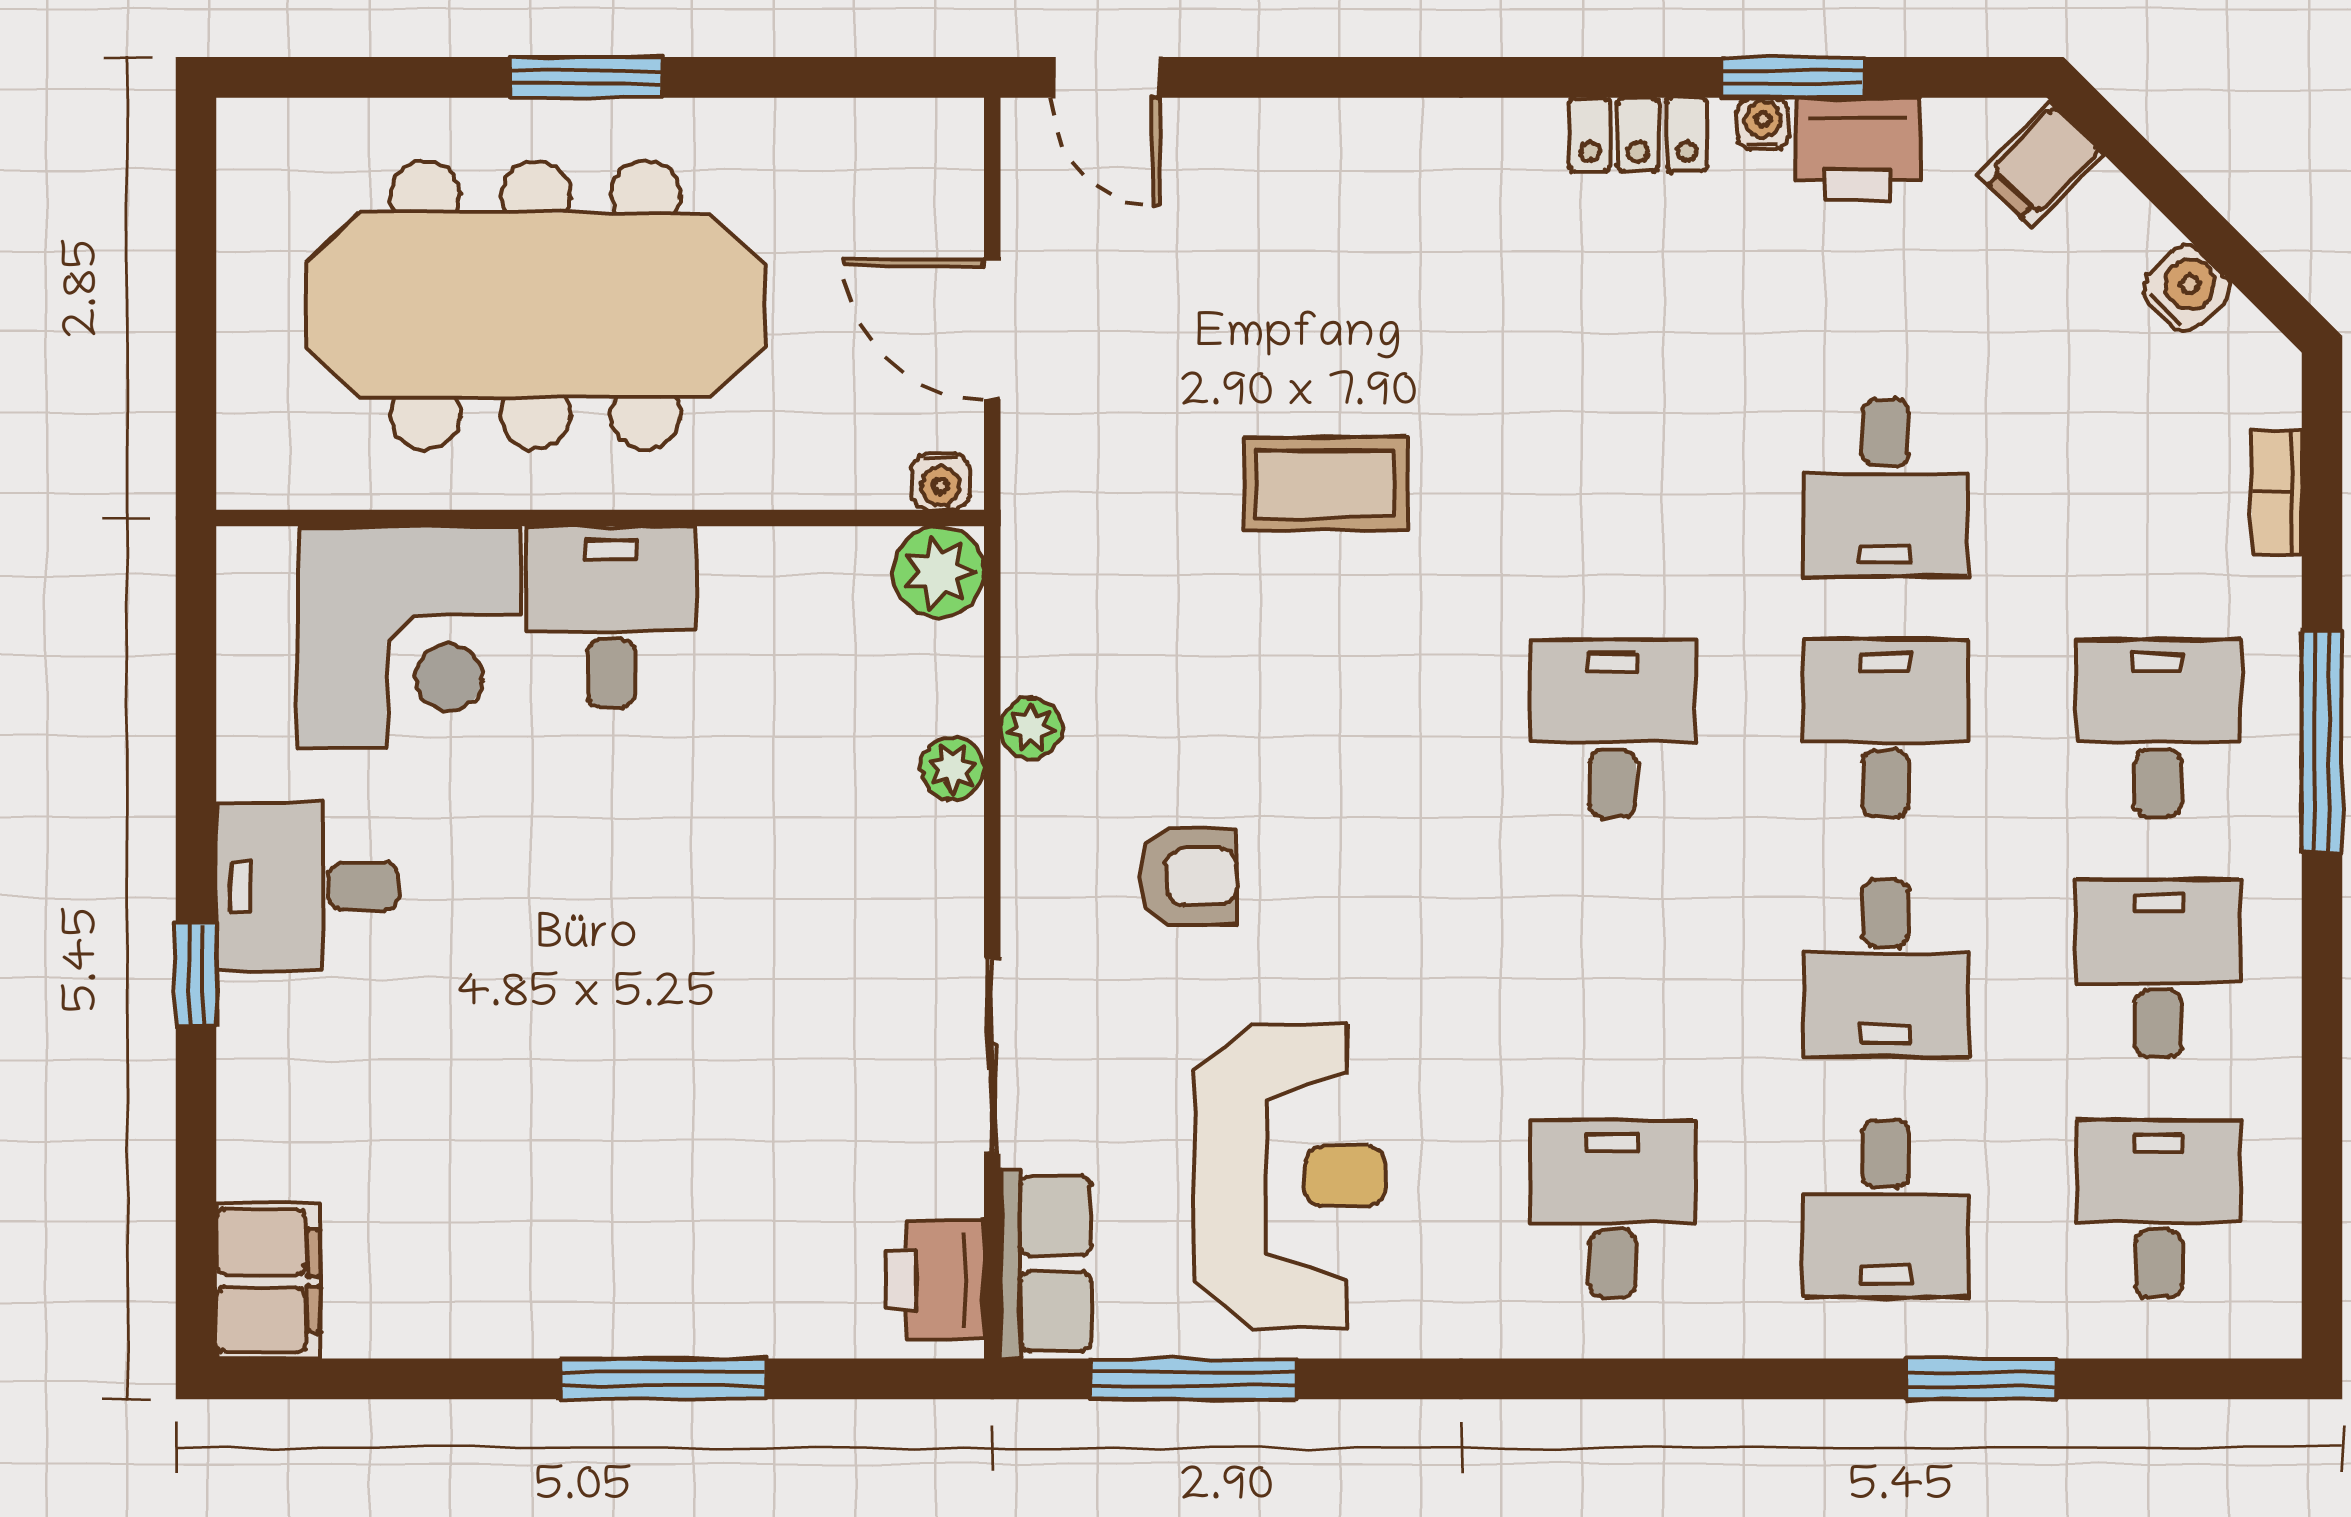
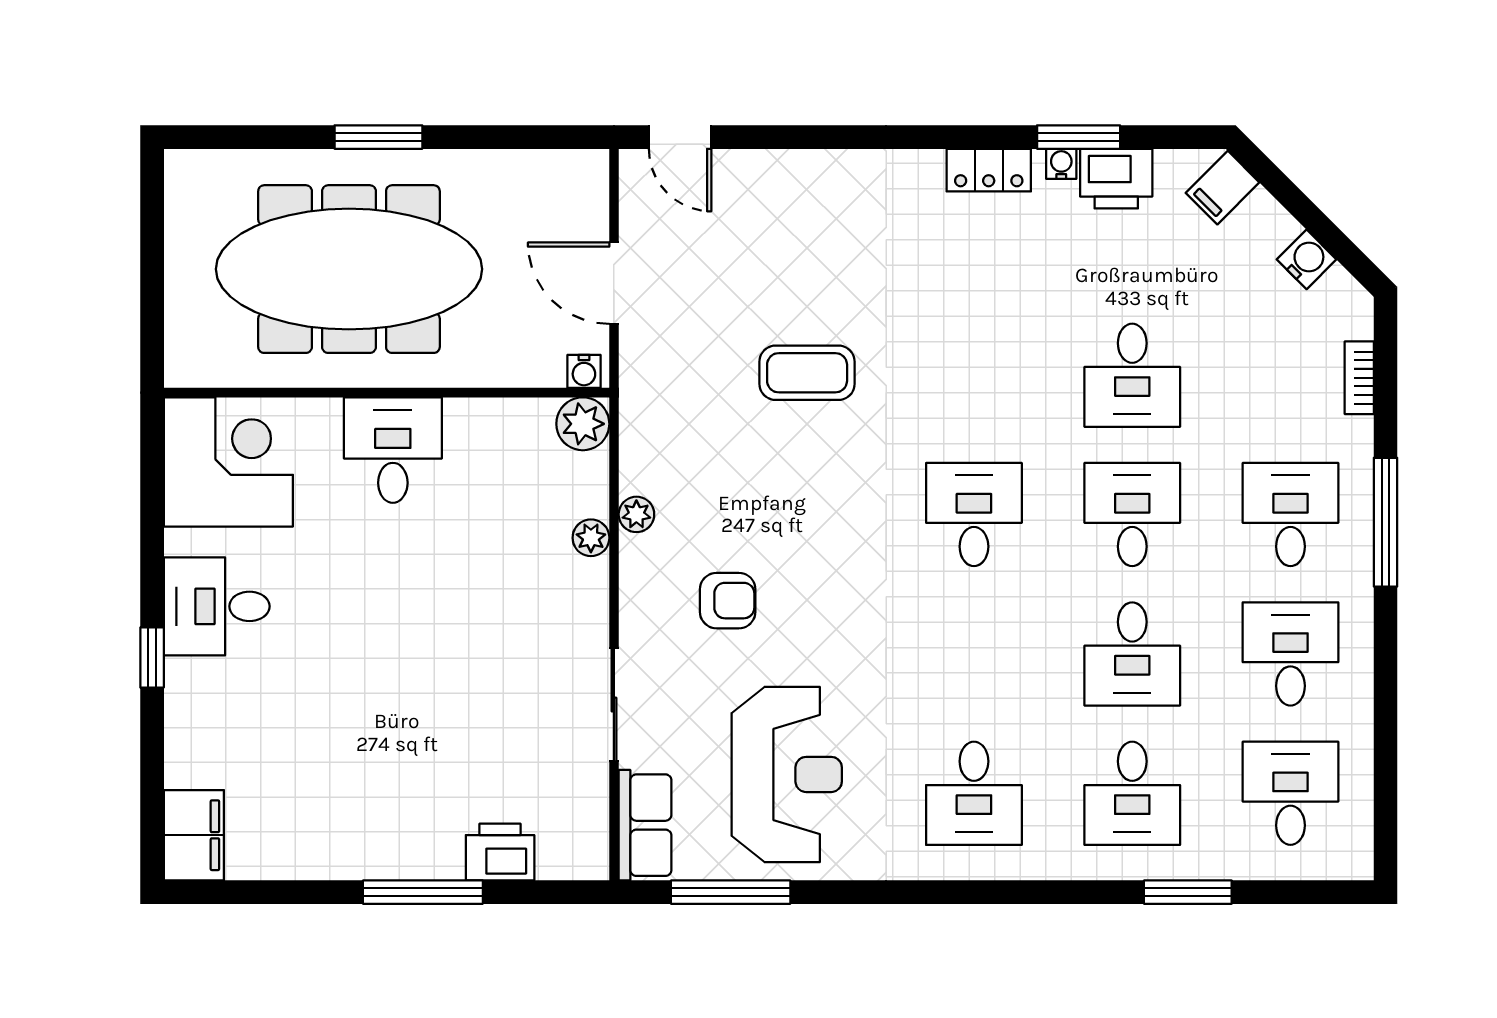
corner desk: (409, 637) -> (228, 462), moved, turned -90
desk: (1613, 1209) -> (974, 793), turned 180
printer: (935, 1280) -> (500, 852), moved, turned 90

